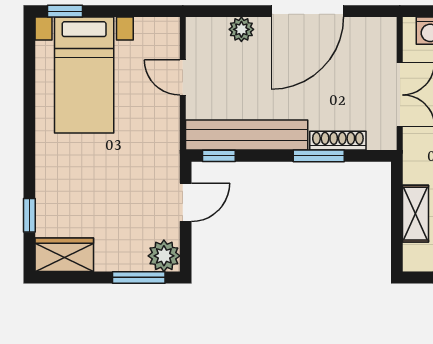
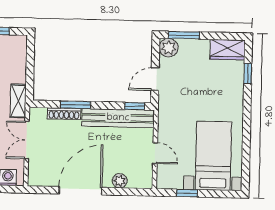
window: (65, 11) -> (187, 193), moved
shelving: (416, 214) -> (18, 101), moved

